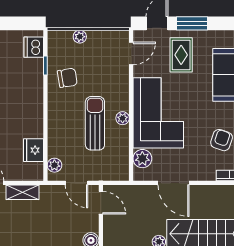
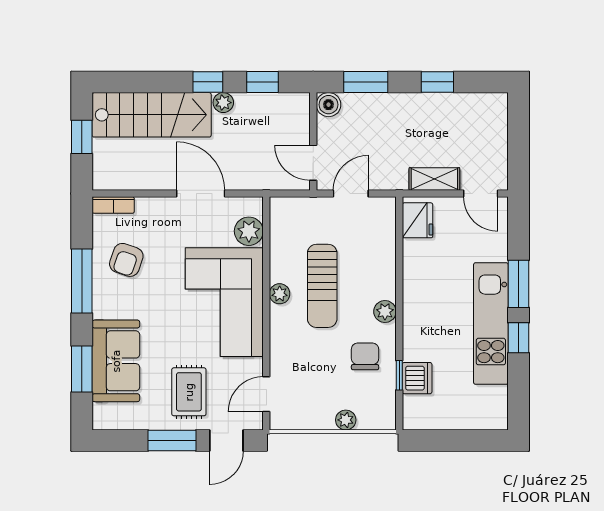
dishwasher: (34, 47) -> (417, 378), moved
chair: (67, 78) -> (365, 356), turned 99
fridge: (33, 150) -> (417, 220), moved
plant: (54, 165) -> (385, 312), moved
door: (77, 183) -> (351, 194), hinge flipped

